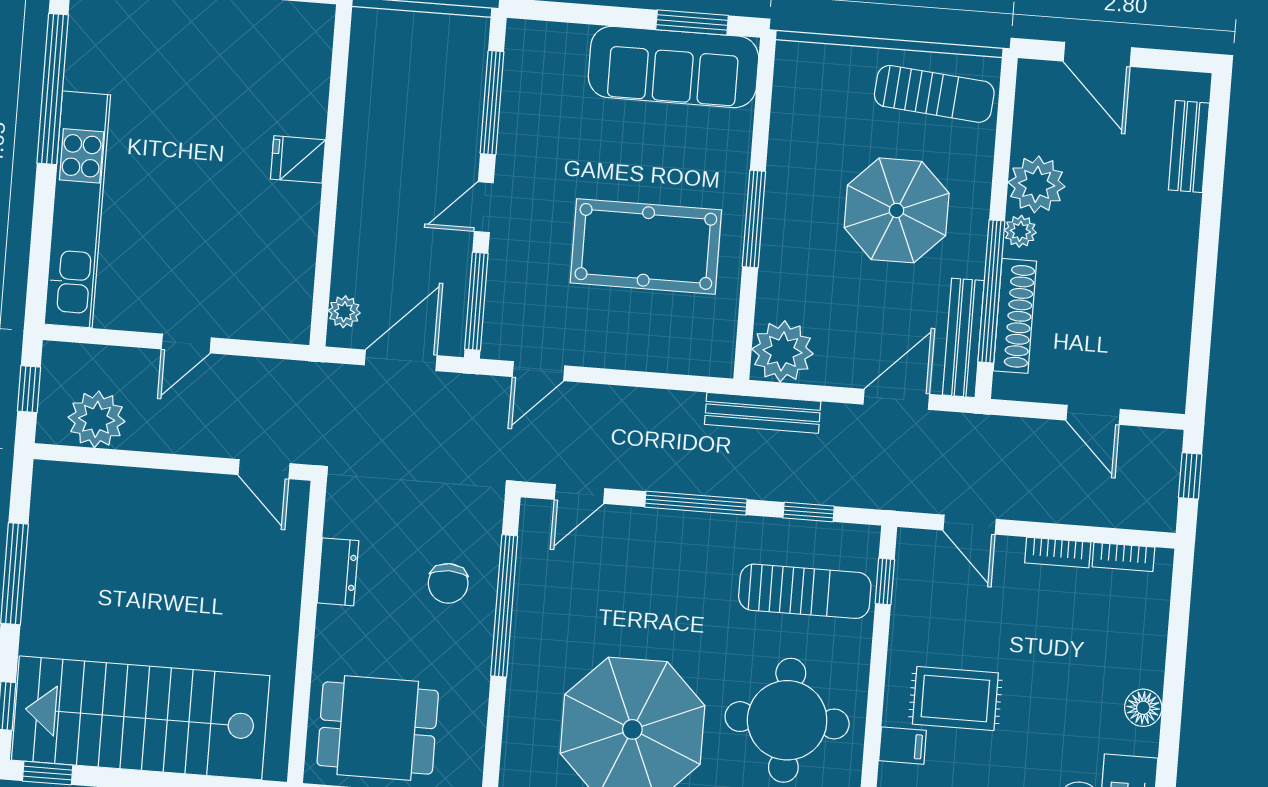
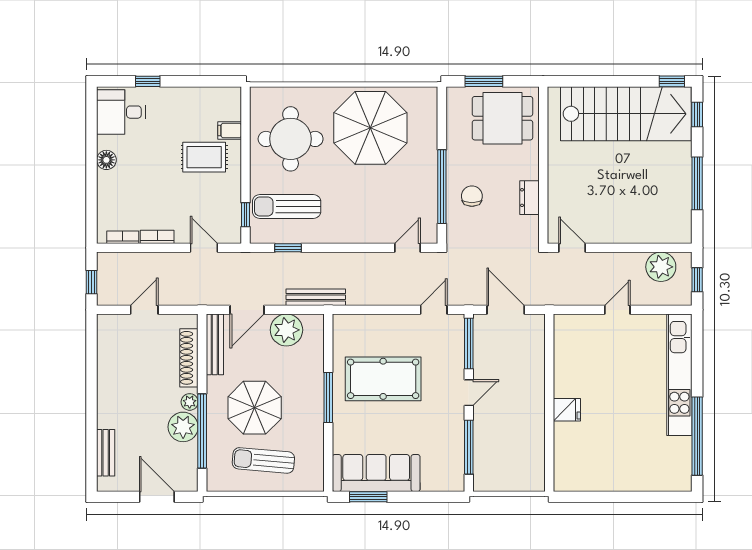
sun lounger: (934, 94) -> (263, 460), moved
window: (991, 291) -> (202, 431), moved
plant: (344, 312) -> (537, 333), removed
plant: (782, 351) -> (286, 330), moved
door: (401, 360) -> (506, 310), swing flipped
door: (1093, 415) -> (144, 310), hinge flipped
window: (696, 503) -> (347, 248), removed

